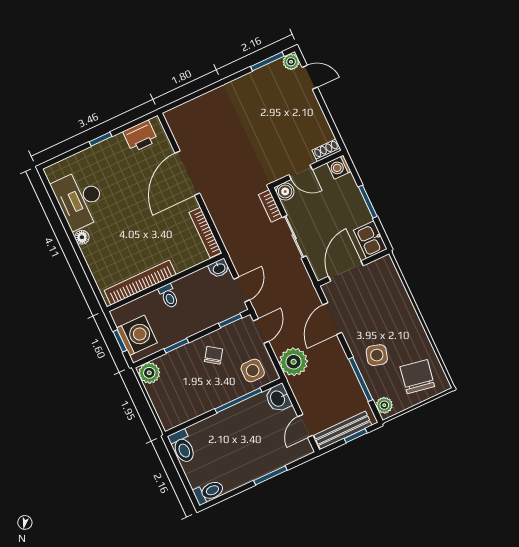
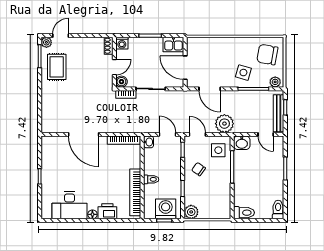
rug: (264, 92) -> (57, 67), added
printer: (140, 136) -> (107, 211), moved, turned -90

